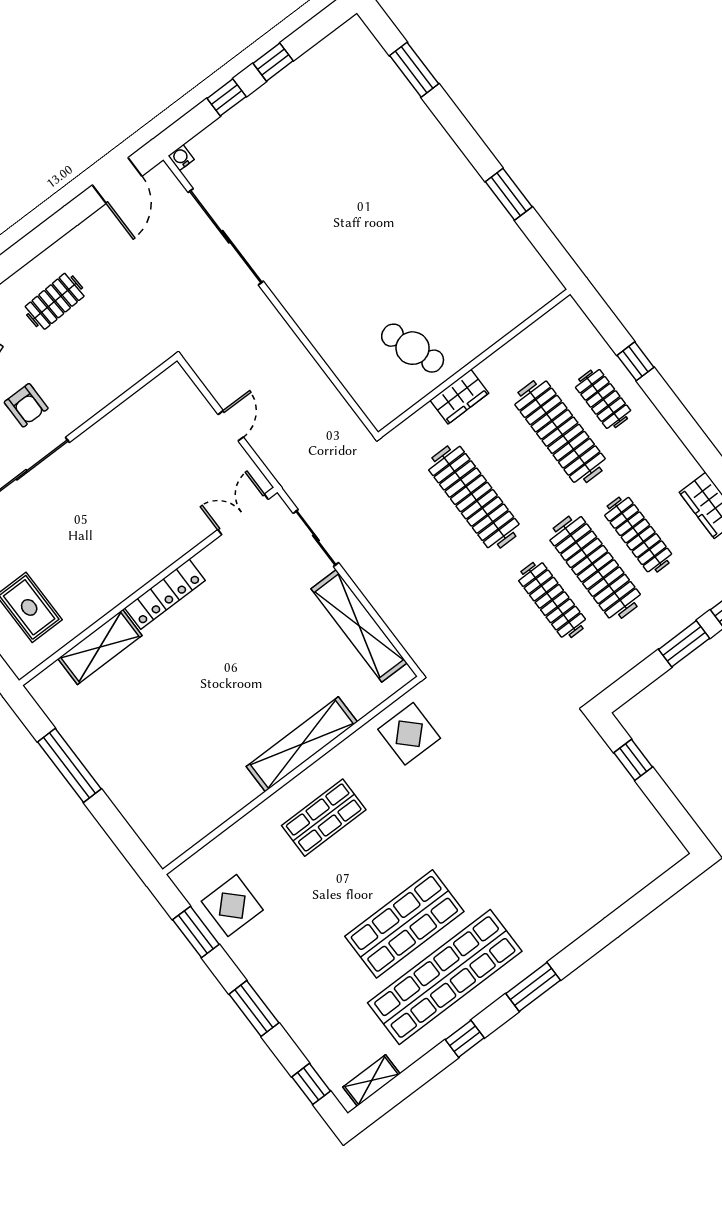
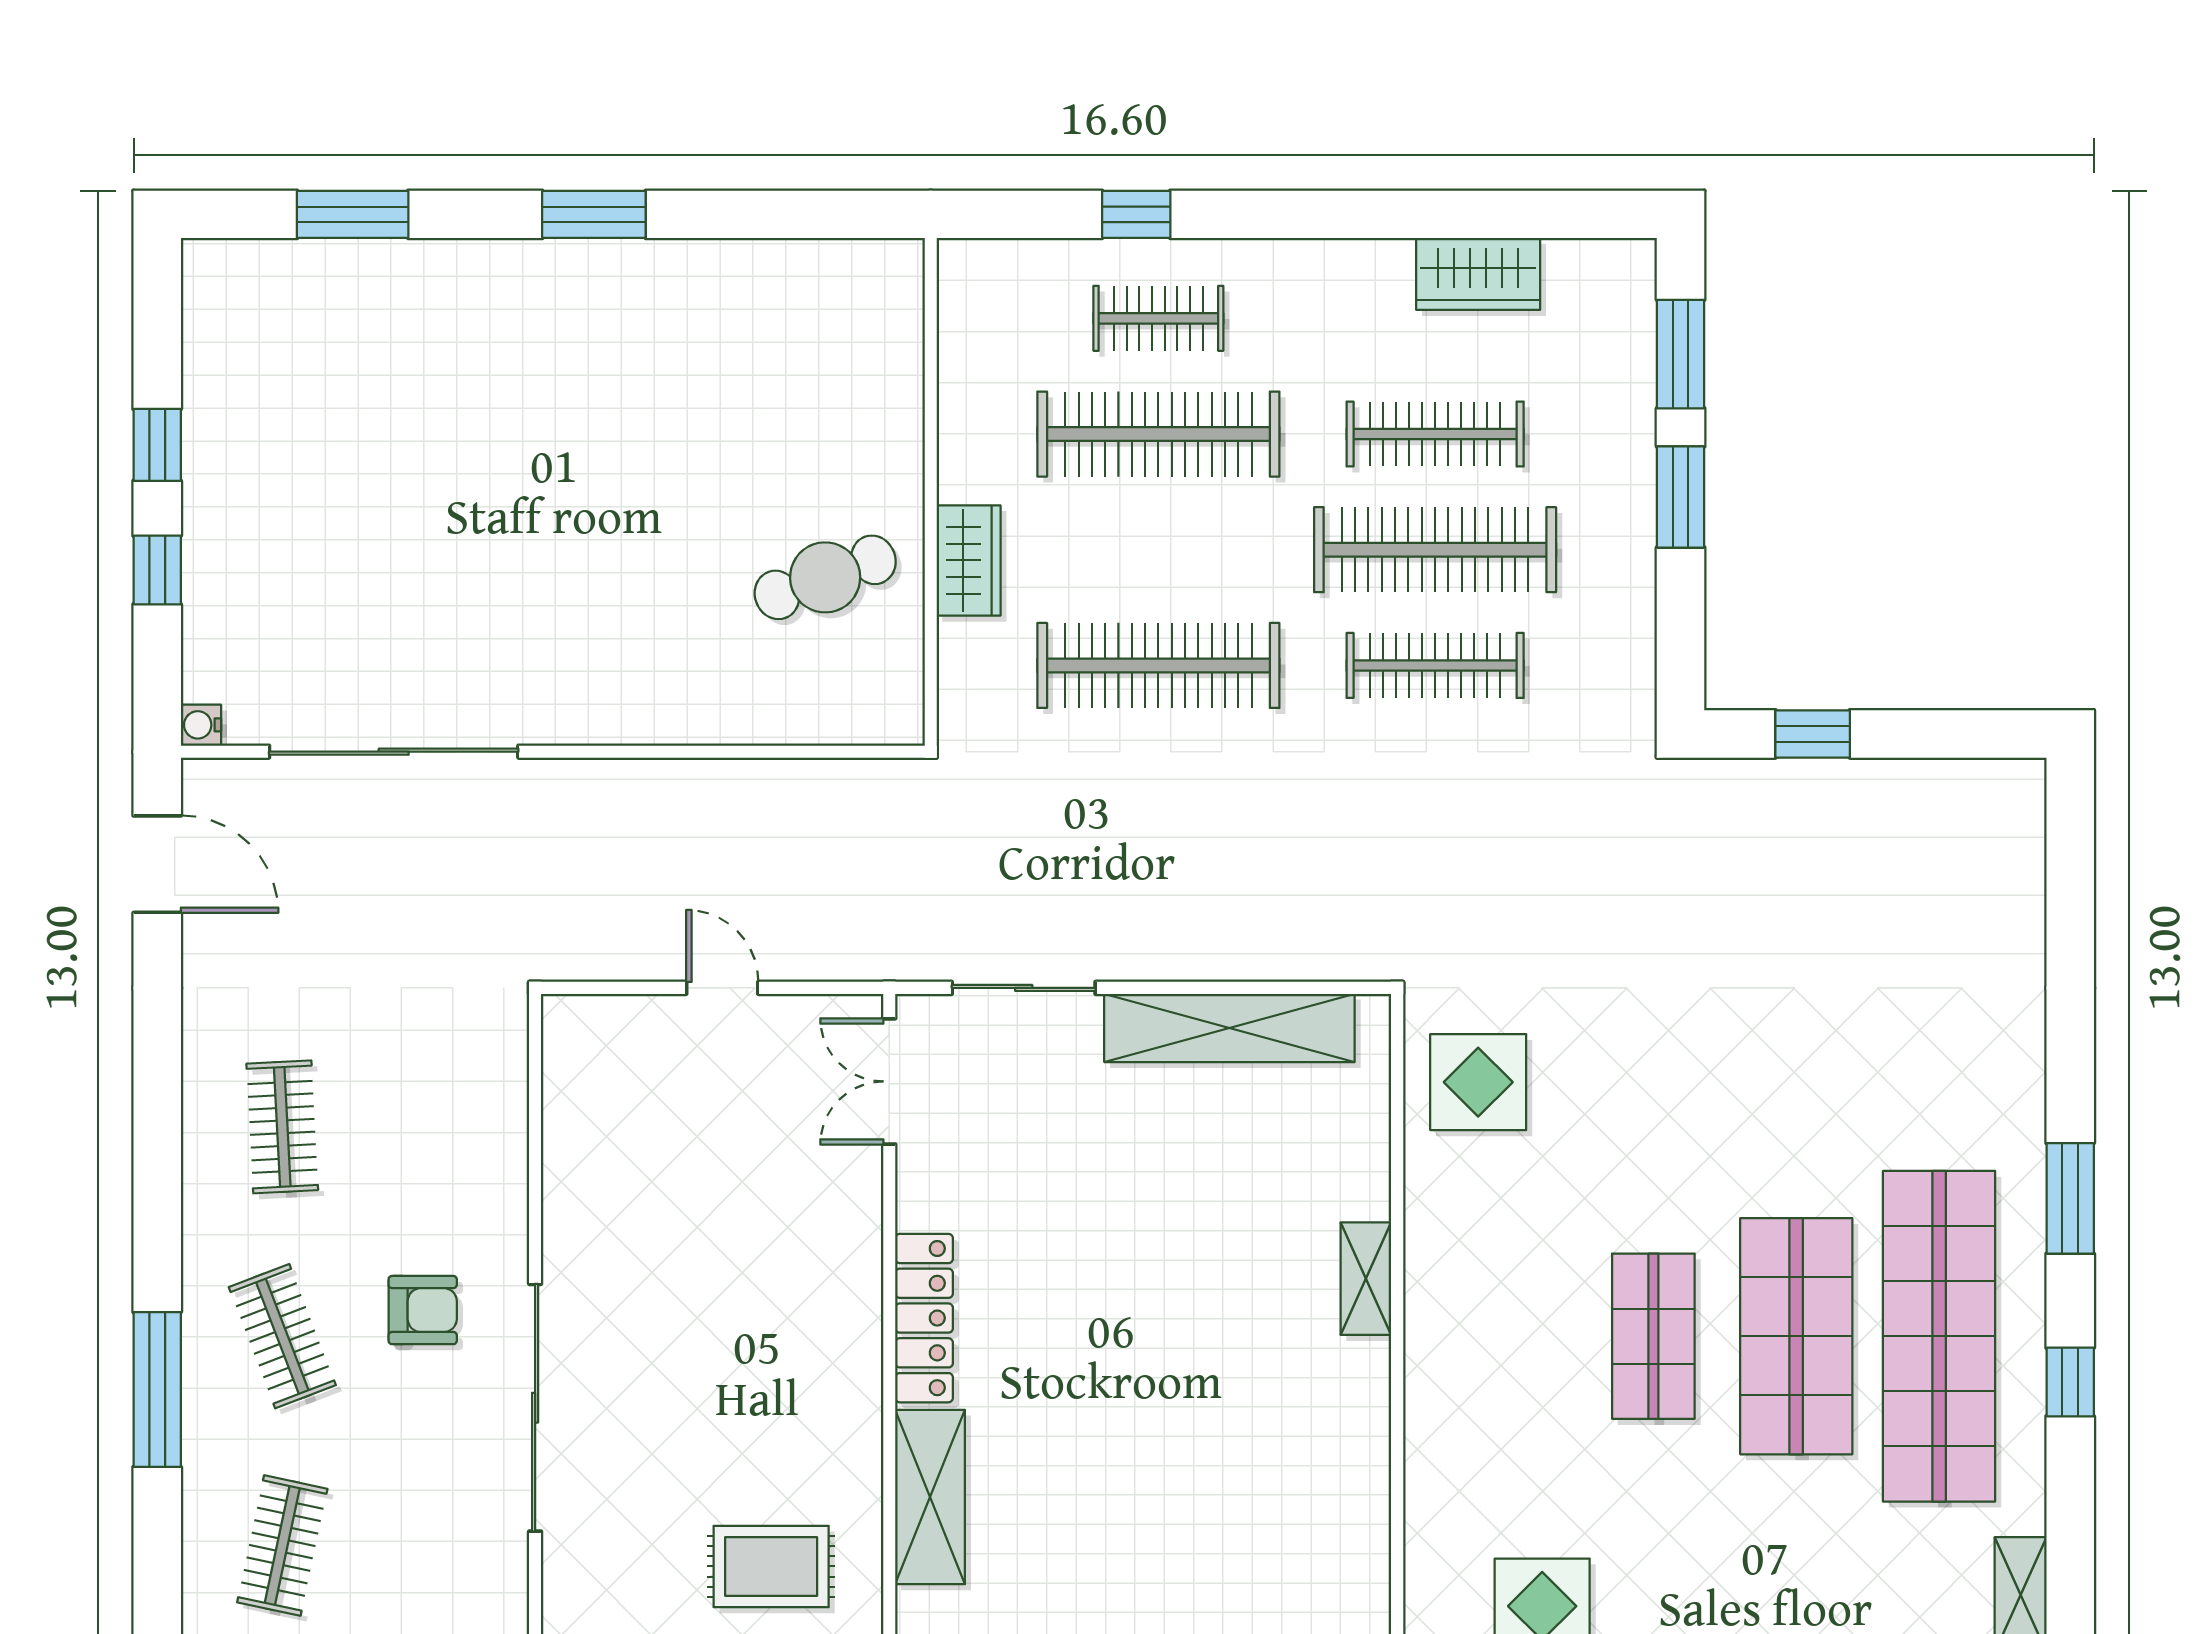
window: (509, 194) -> (594, 214), moved
shelving: (302, 744) -> (1366, 1279), width x0.45, depth x0.75
shop shelf: (324, 818) -> (1653, 1336), moved

